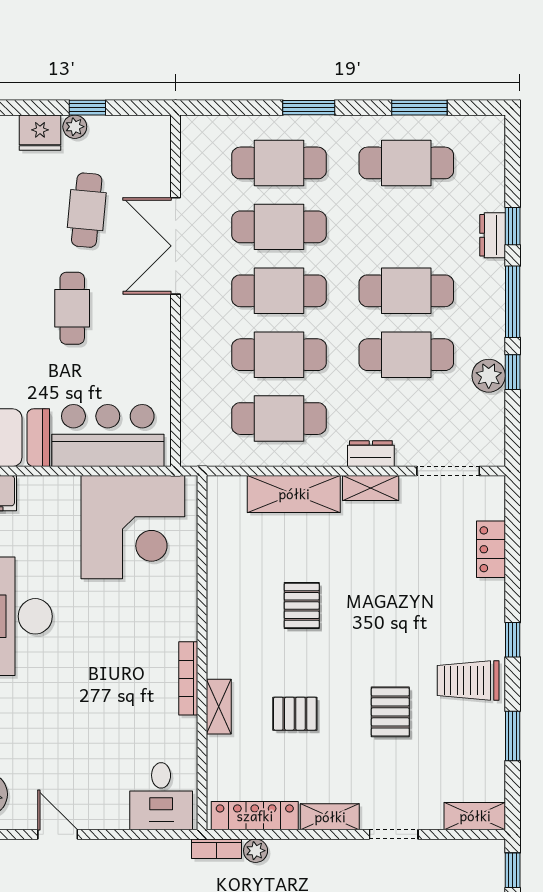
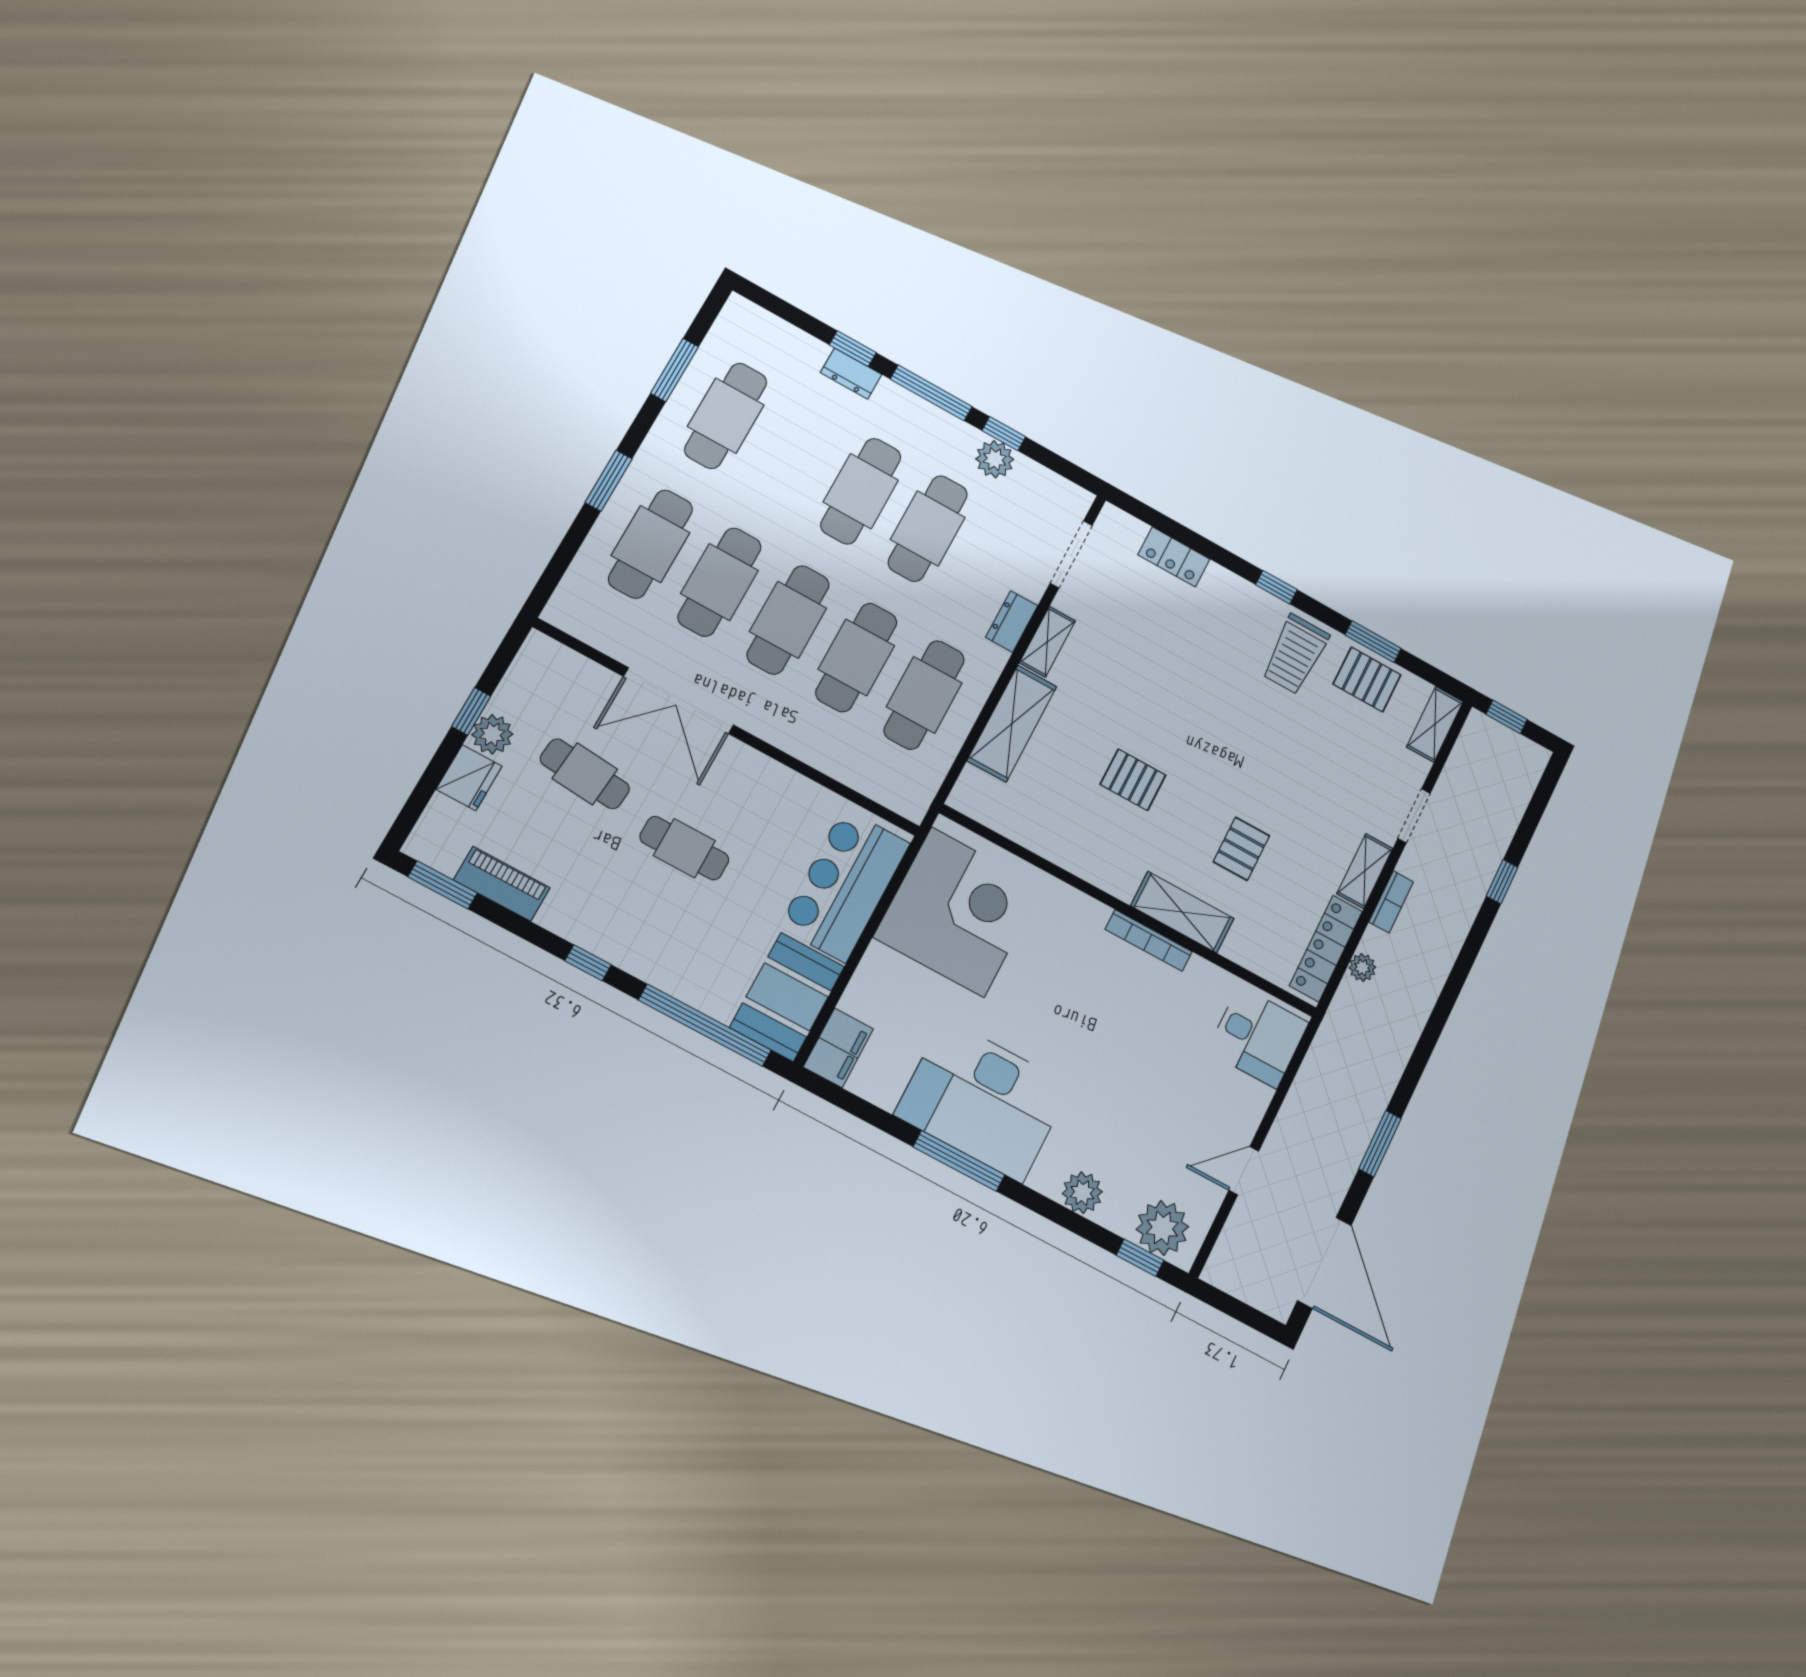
plant: (75, 127) -> (492, 734), width x1.38, depth x1.38
shelving: (219, 707) -> (1182, 912), width x1.50, depth x1.33
pallet: (390, 712) -> (1367, 679), moved
bookcase: (216, 849) -> (1391, 902), moved

